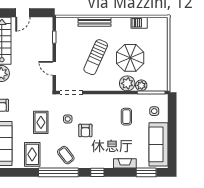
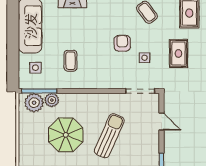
plant: (127, 83) -> (34, 103), moved

